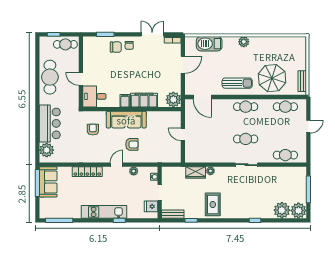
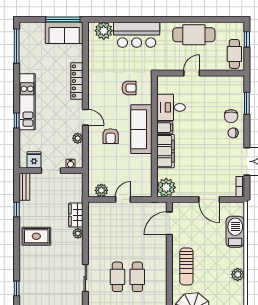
desk: (94, 96) -> (171, 107), moved, turned -90
cafe table: (246, 107) -> (137, 277), moved
plant: (176, 152) -> (101, 190), added

